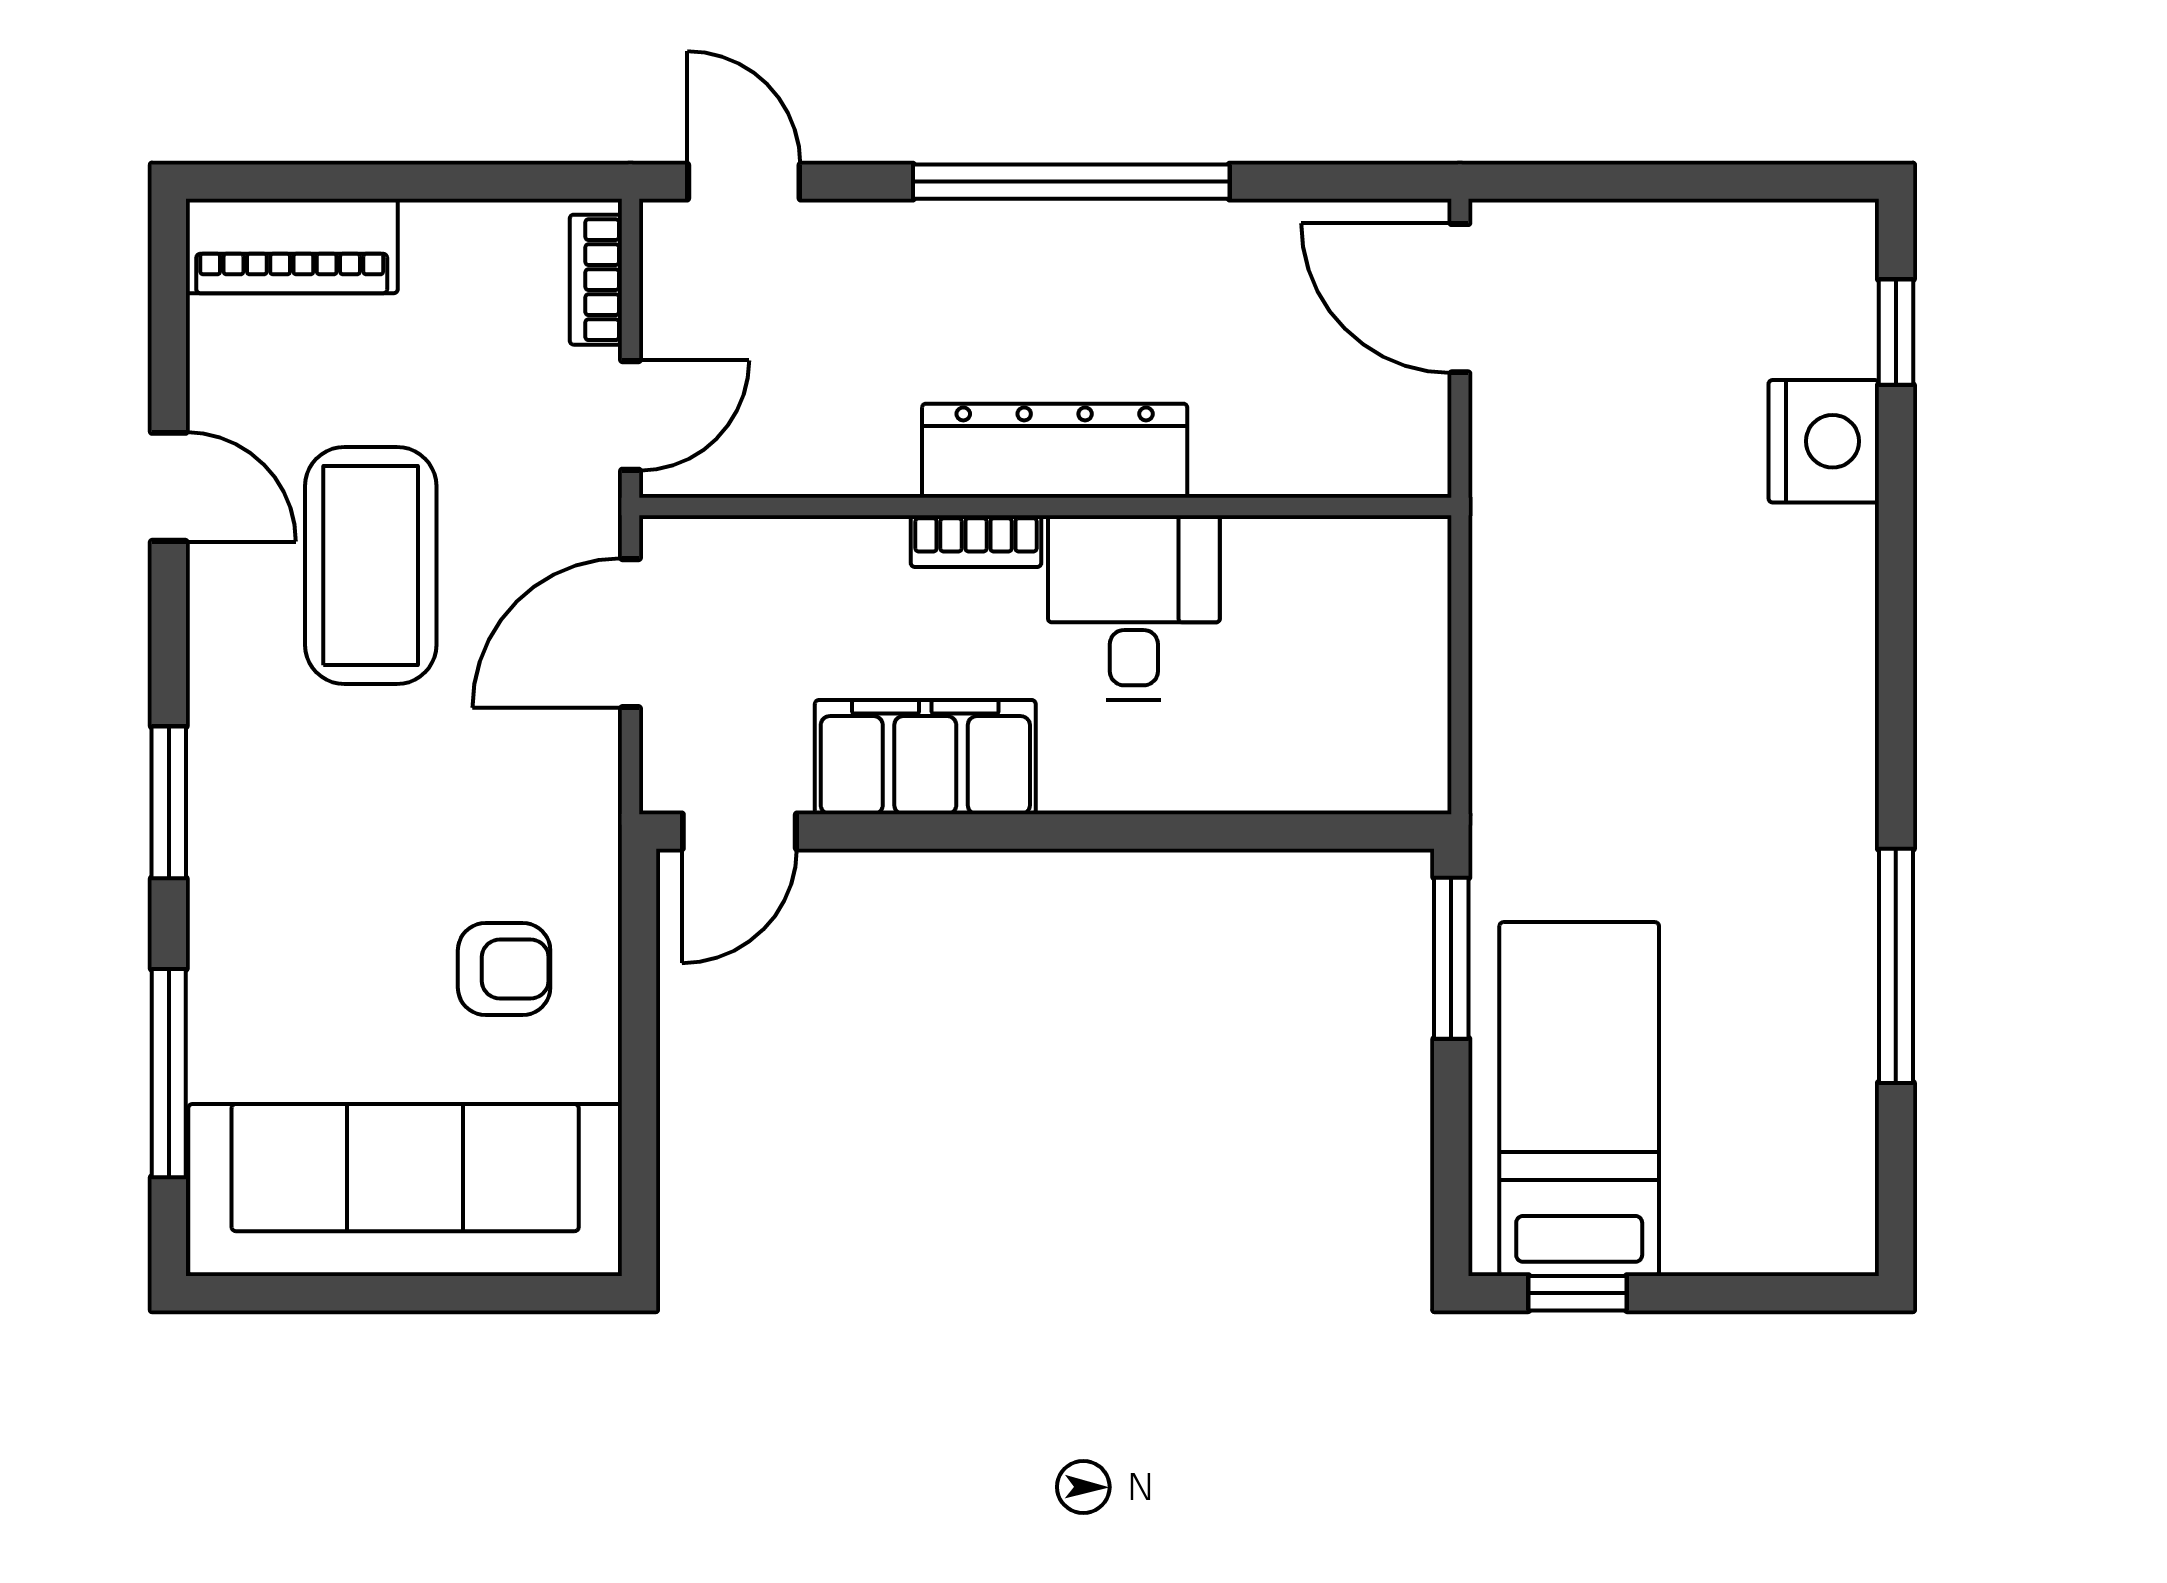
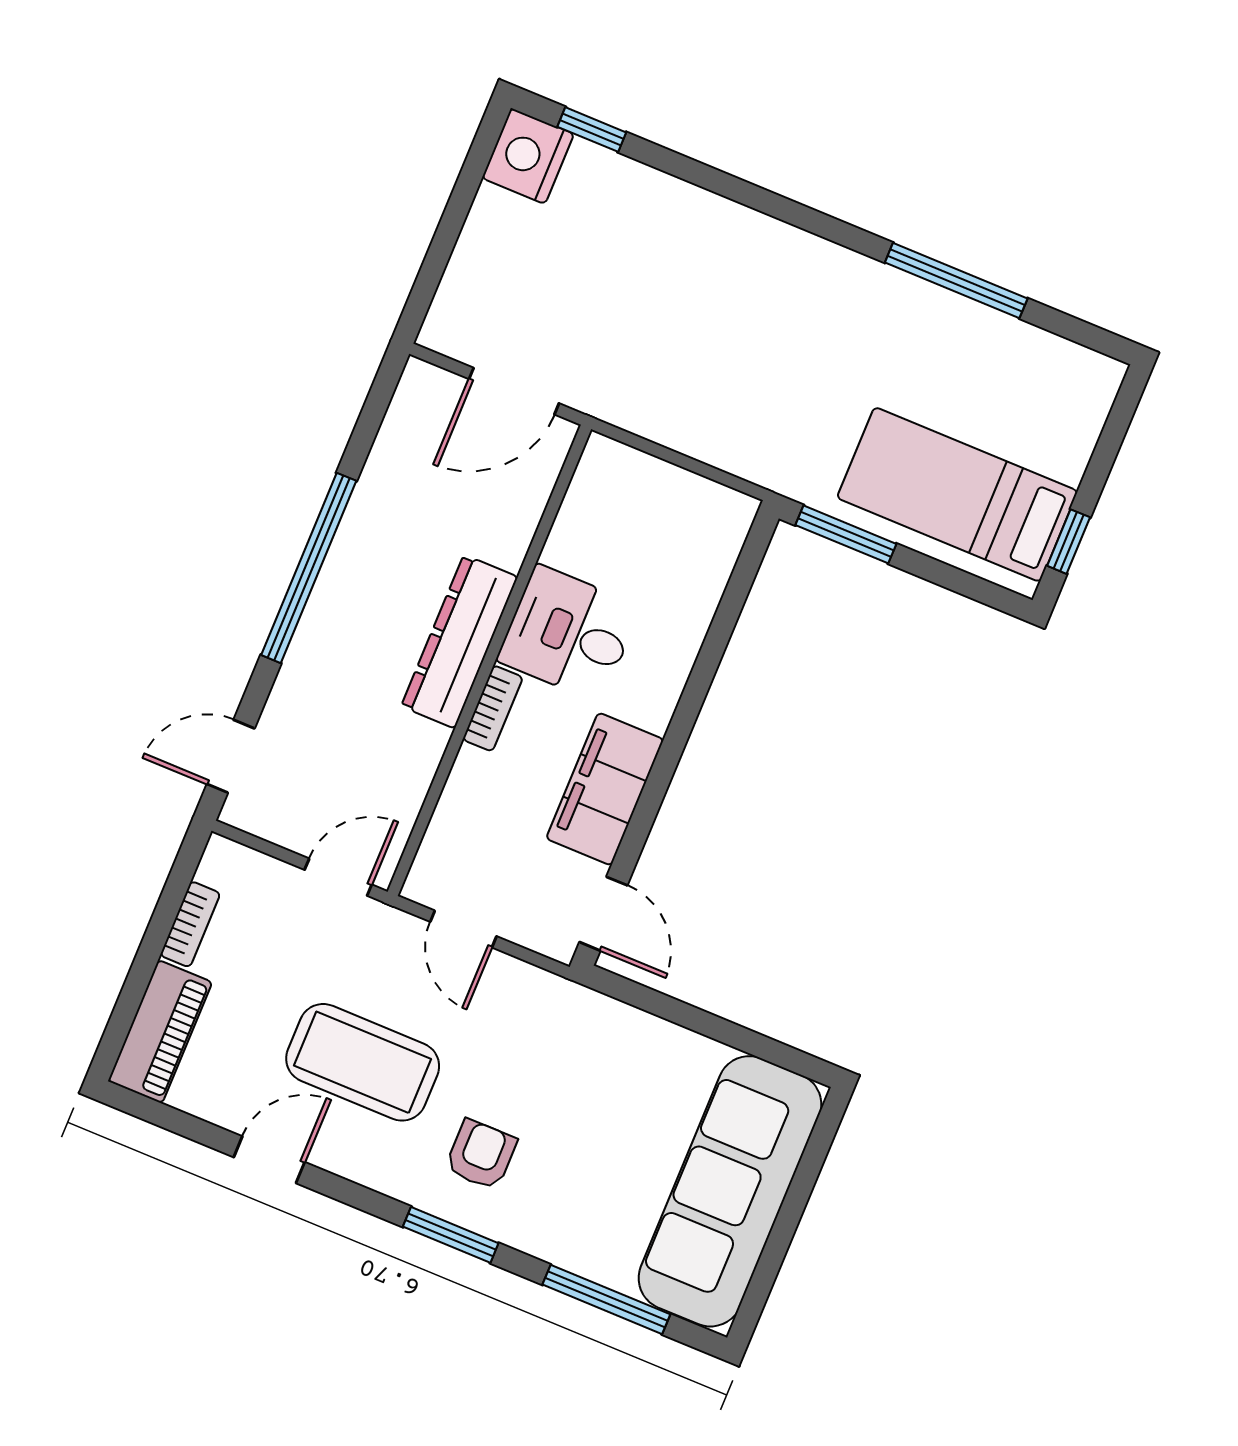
bookcase: (596, 280) -> (190, 924), moved, turned -90
door: (1460, 298) -> (514, 391), moved
door: (630, 415) -> (338, 877), hinge flipped
nightstand: (1824, 441) -> (528, 156), moved, turned -90
door: (630, 633) -> (463, 929), width x0.73
armchair: (504, 969) -> (481, 1155), moved

